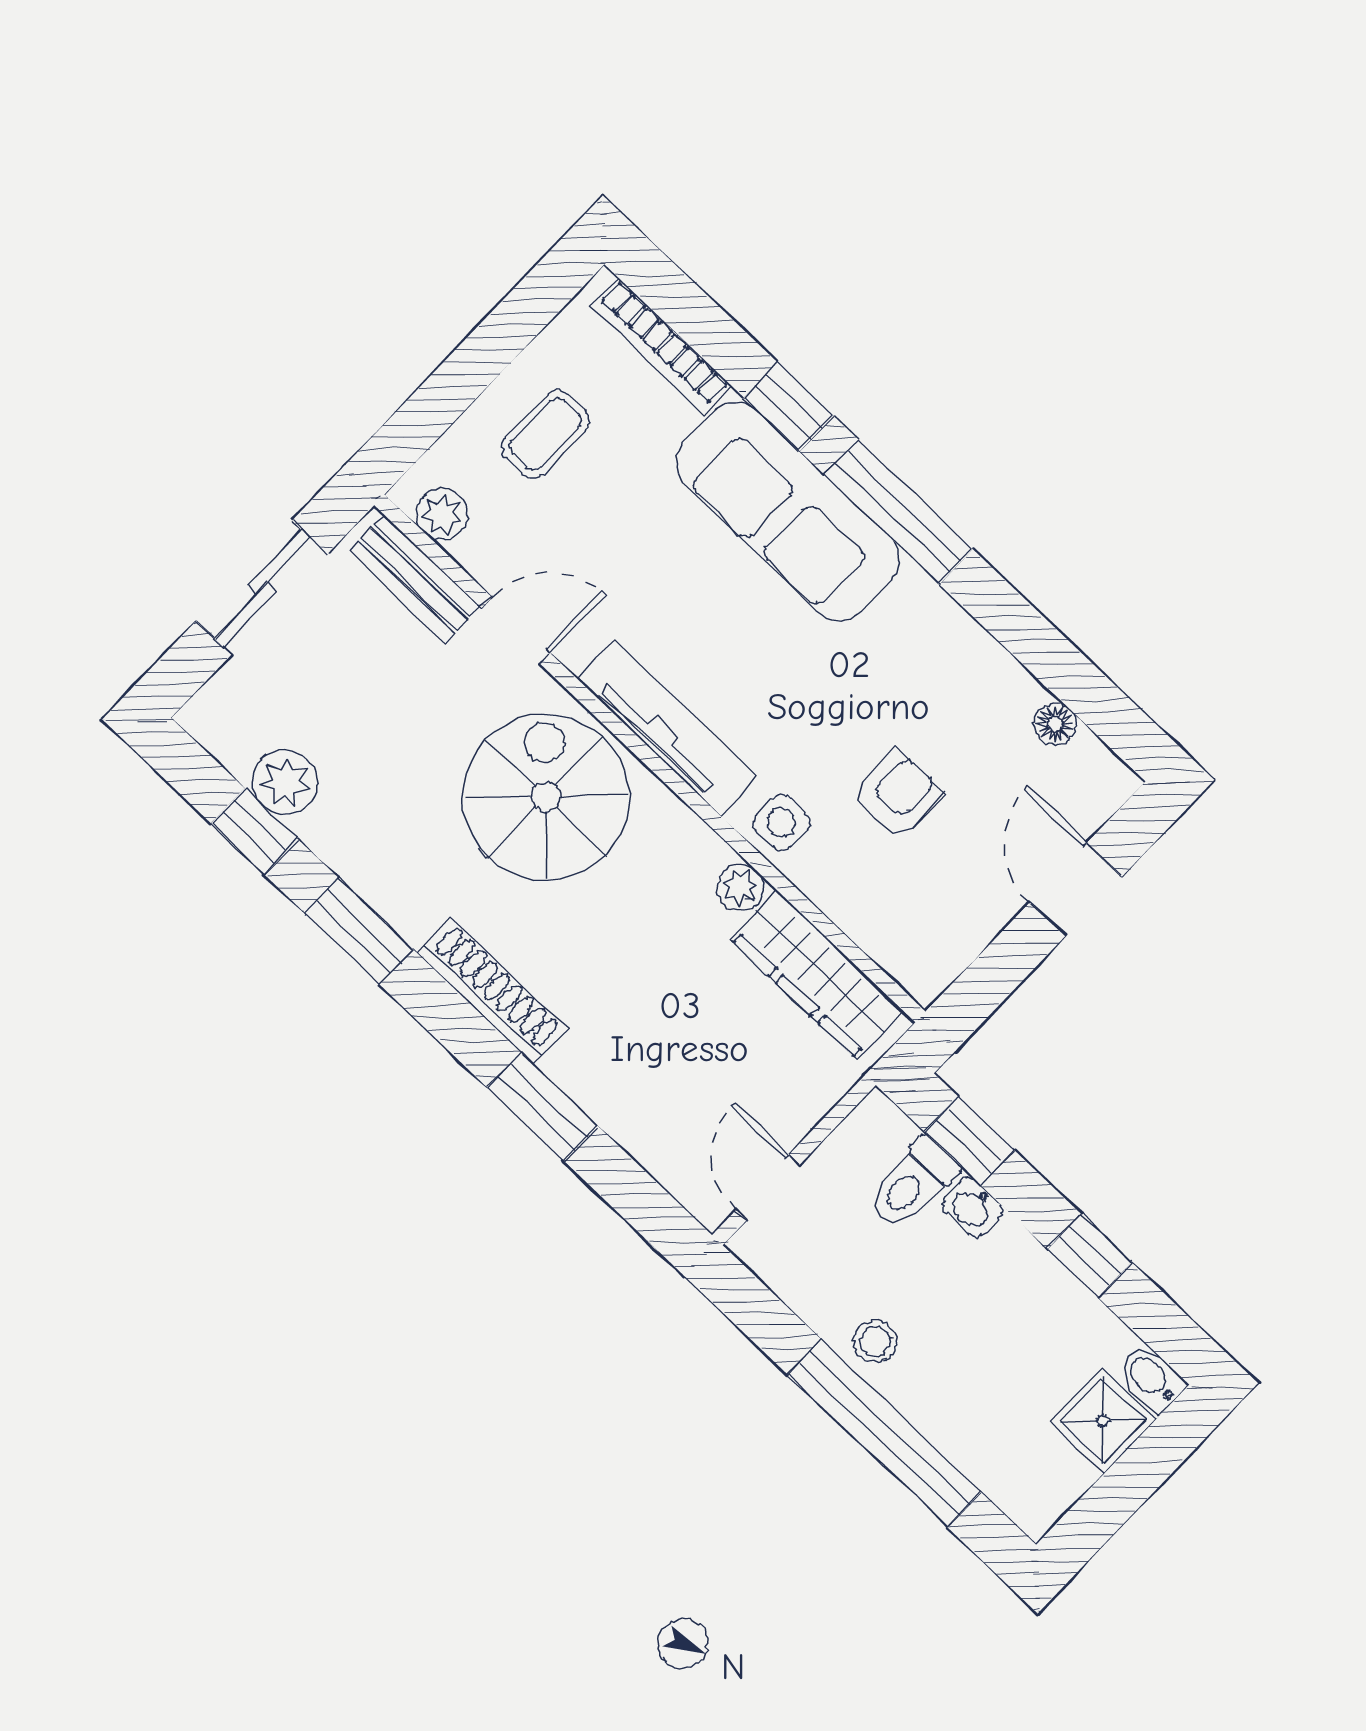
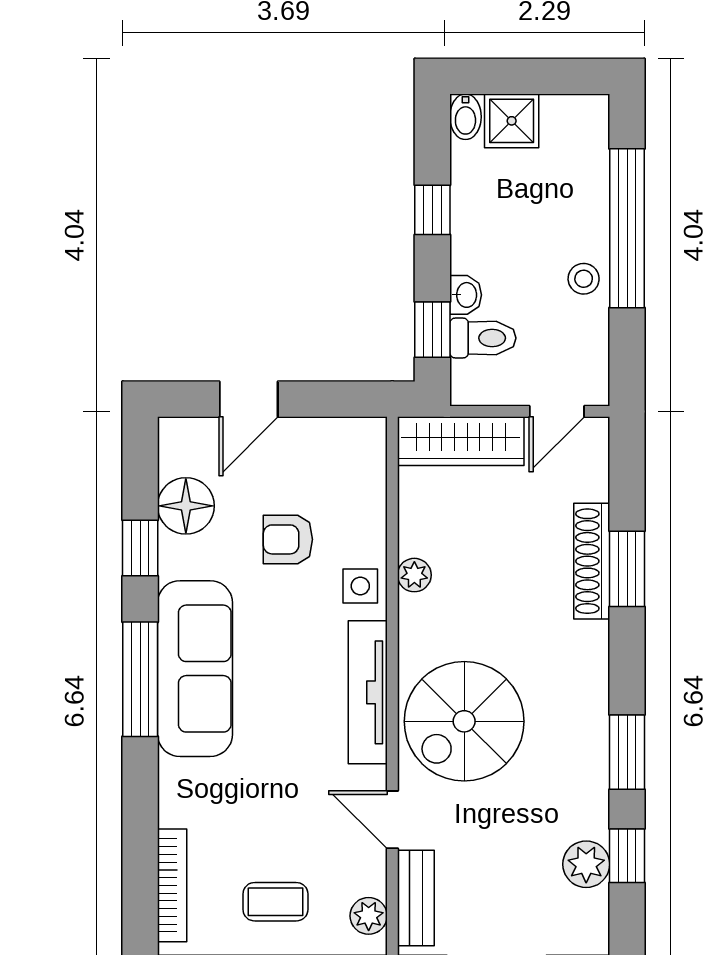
window: (789, 407) -> (140, 548), moved
sofa: (788, 511) -> (195, 669), moved
floor lamp: (1055, 724) -> (186, 506), width x1.89, depth x1.89
wardrobe: (817, 975) -> (461, 441), moved, turned 90
shoe rack: (493, 991) -> (592, 561), moved

